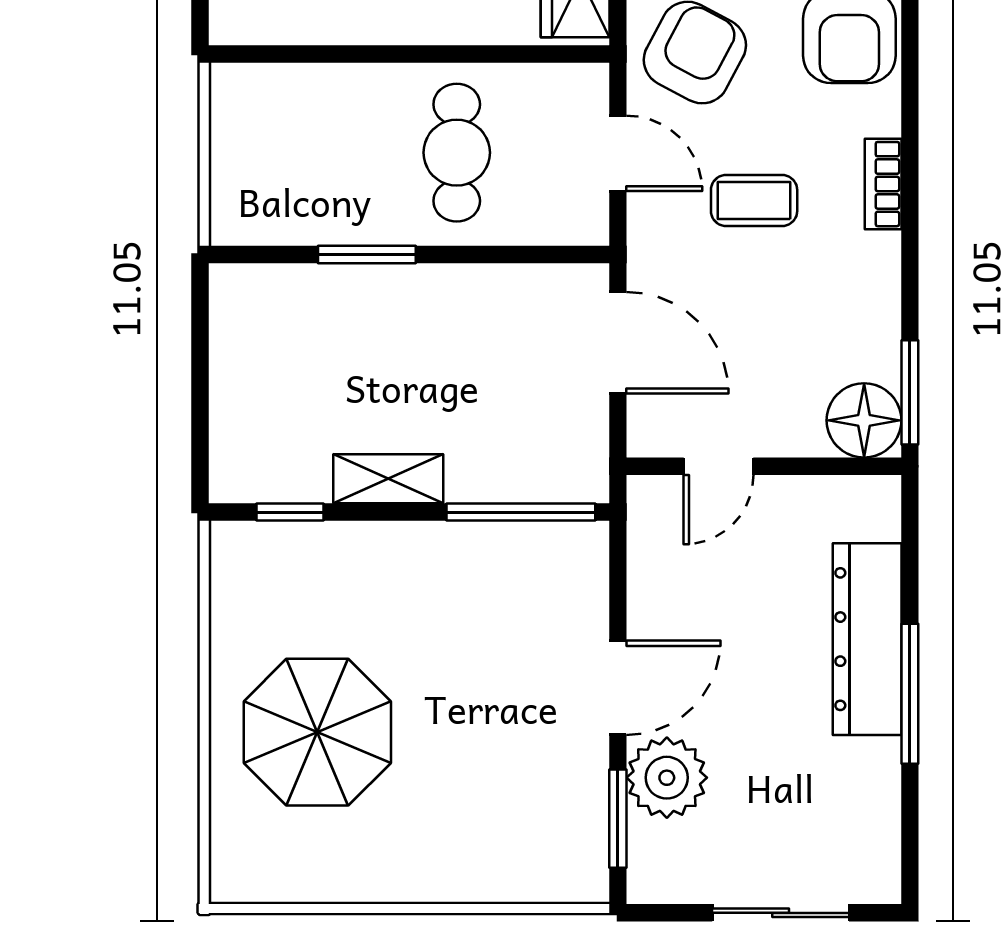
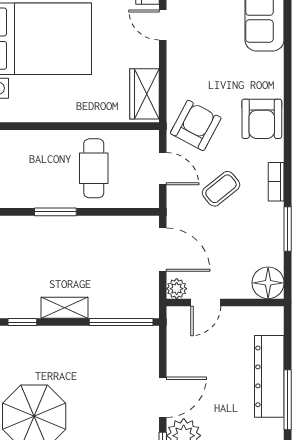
coffee table: (754, 201) -> (221, 189), turned -39
window: (910, 392) -> (288, 229), moved
plant: (650, 434) -> (177, 289), added

